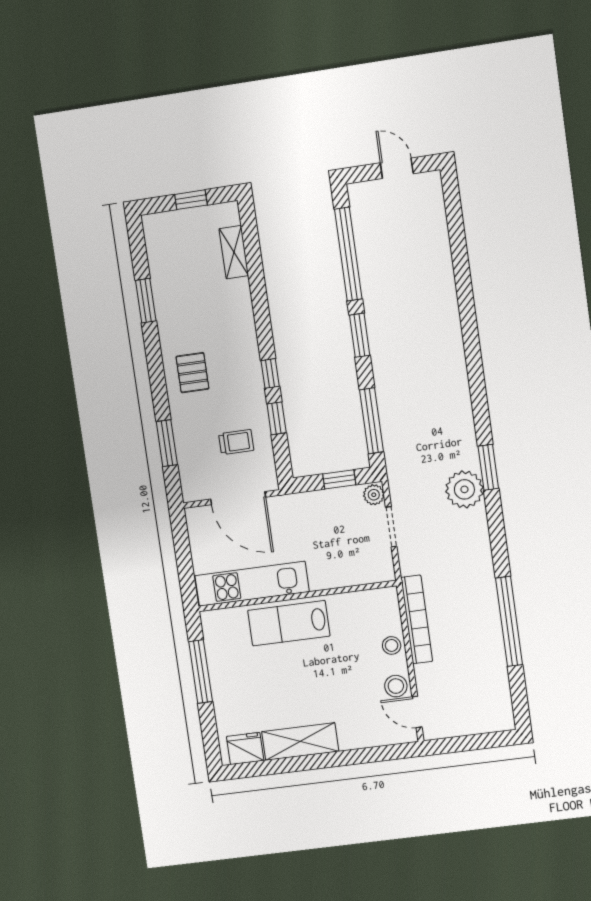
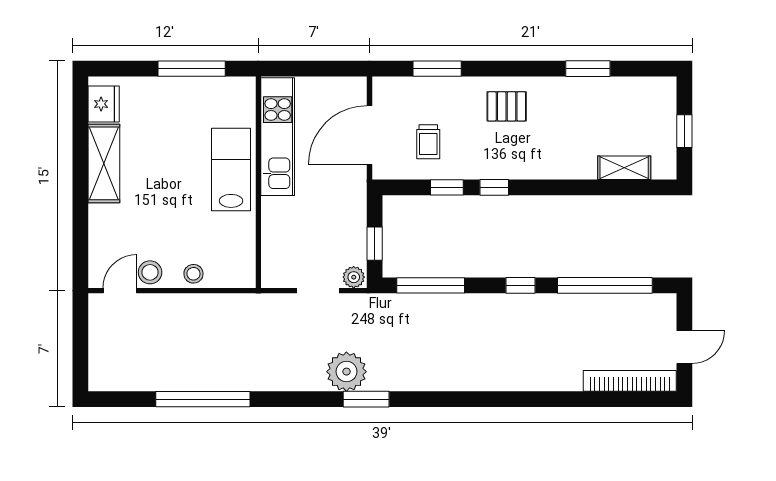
window: (360, 335) -> (520, 285), width x0.67
bookcase: (417, 619) -> (630, 381), moved, turned 180

